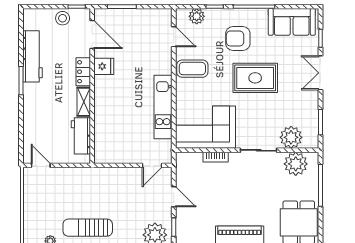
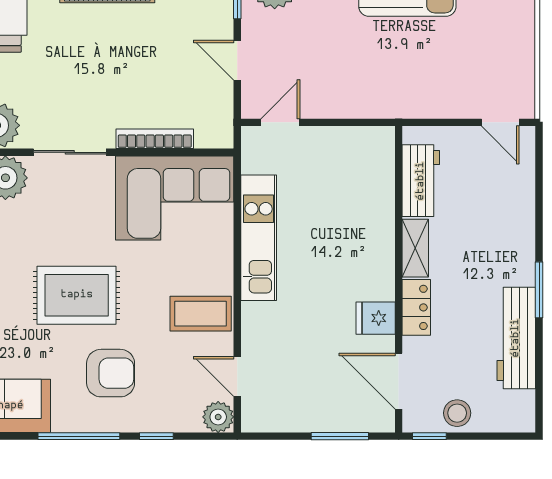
plant: (197, 16) -> (218, 417), moved
bookcase: (216, 157) -> (155, 139), width x1.56

